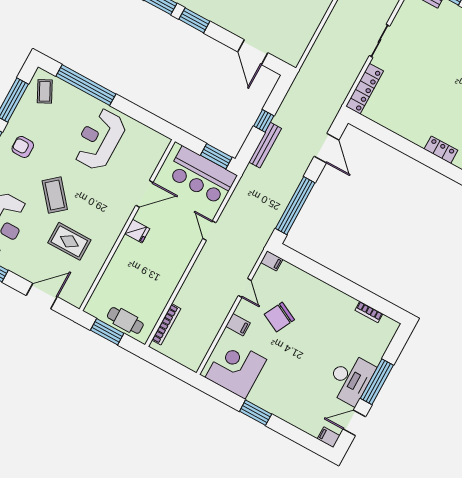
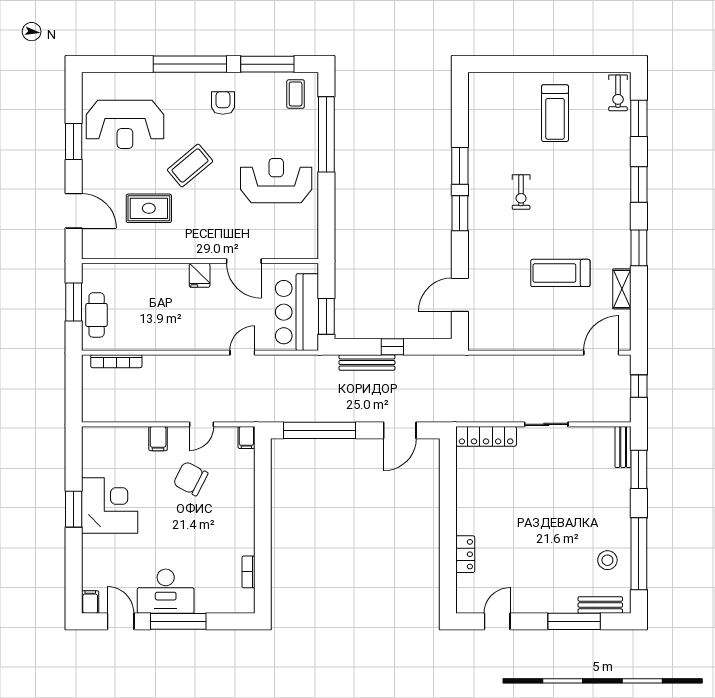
coffee table: (45, 91) -> (296, 94), turned -63
rug: (69, 241) -> (149, 208), turned 90
corner desk: (236, 369) -> (110, 506), moved

